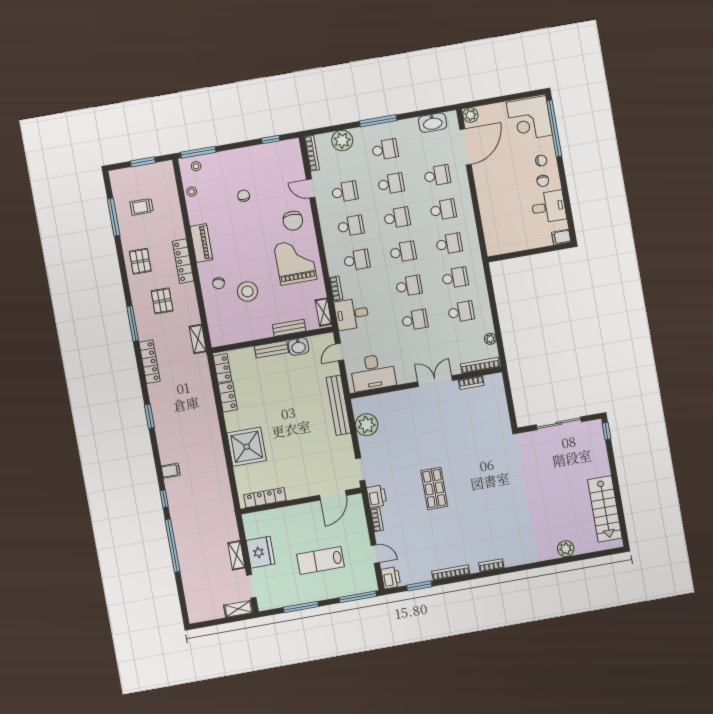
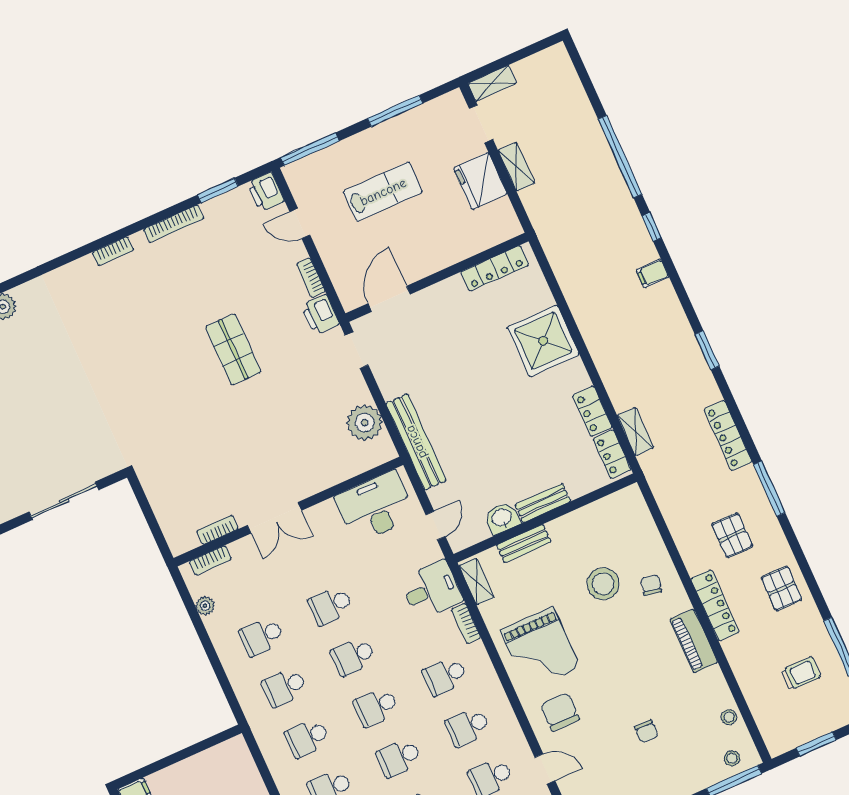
shelving: (198, 339) -> (635, 432), moved
bookcase: (480, 365) -> (210, 560), width x0.64

